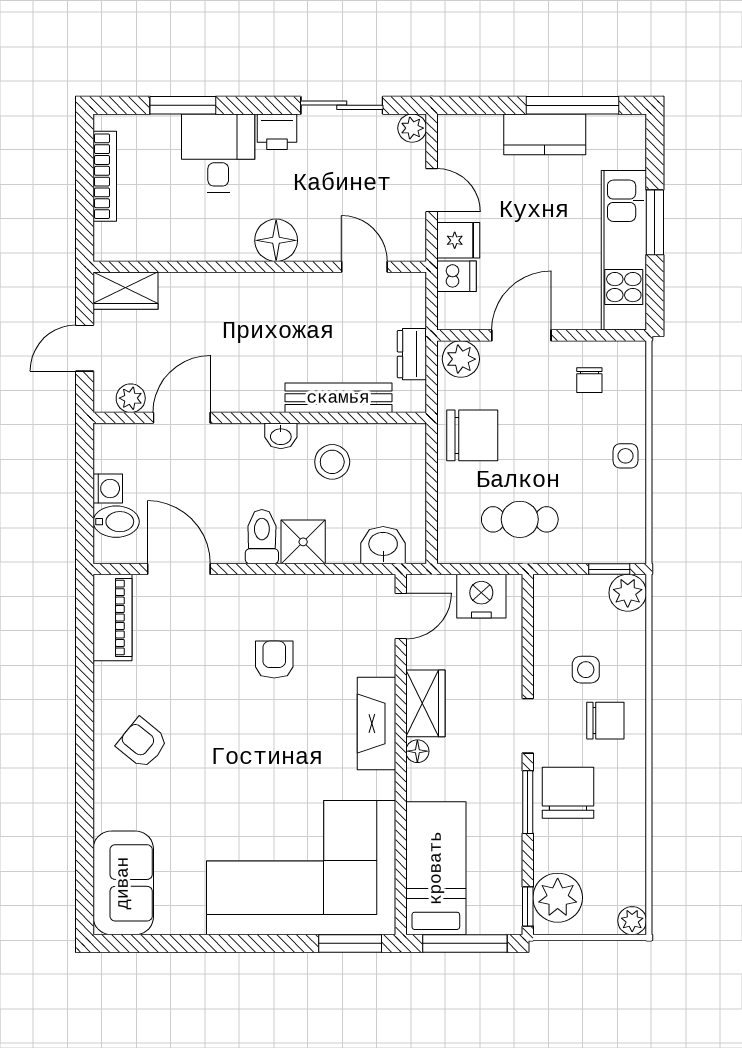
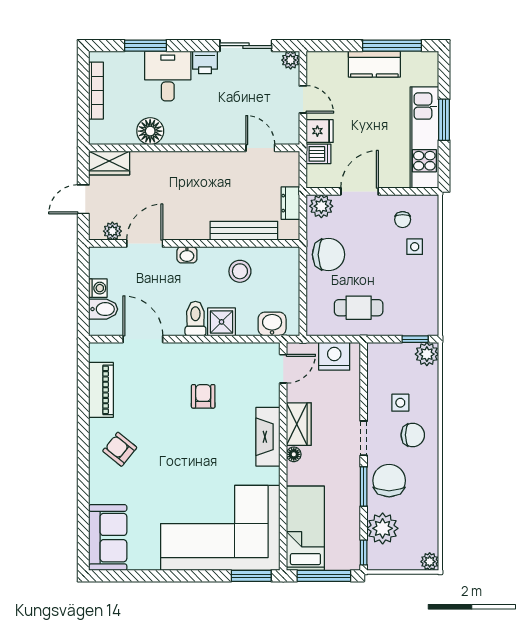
floor lamp: (276, 240) -> (150, 131), moved
washbasin: (281, 436) -> (187, 255), moved
side table: (625, 456) -> (415, 247), moved
piano: (113, 618) -> (101, 390), moved
plant: (558, 898) -> (383, 528), moved

